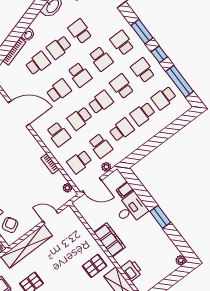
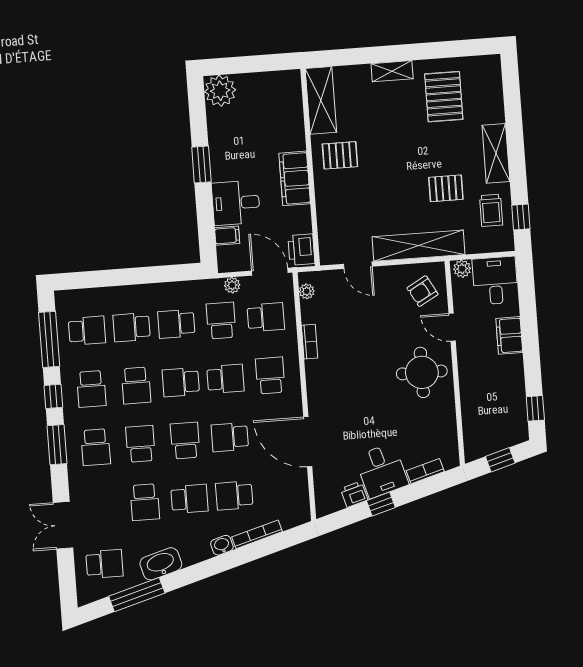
school desk: (143, 114) -> (132, 327), turned 180
plant: (181, 260) -> (220, 91), width x1.88, depth x1.88
printer: (132, 270) -> (301, 250), moved

